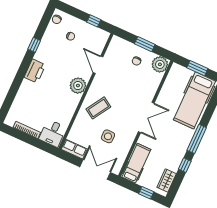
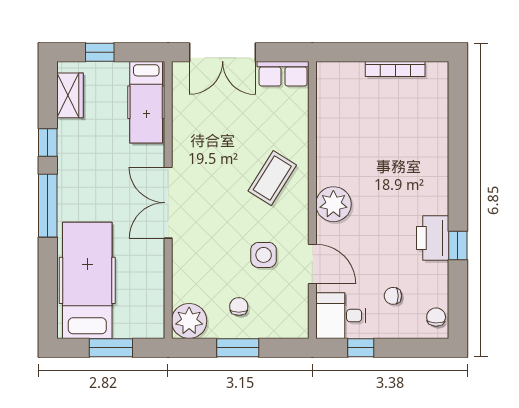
printer: (35, 71) -> (433, 238), moved
desk: (53, 133) -> (341, 316), moved, turned -90
side table: (108, 136) -> (264, 255), moved

